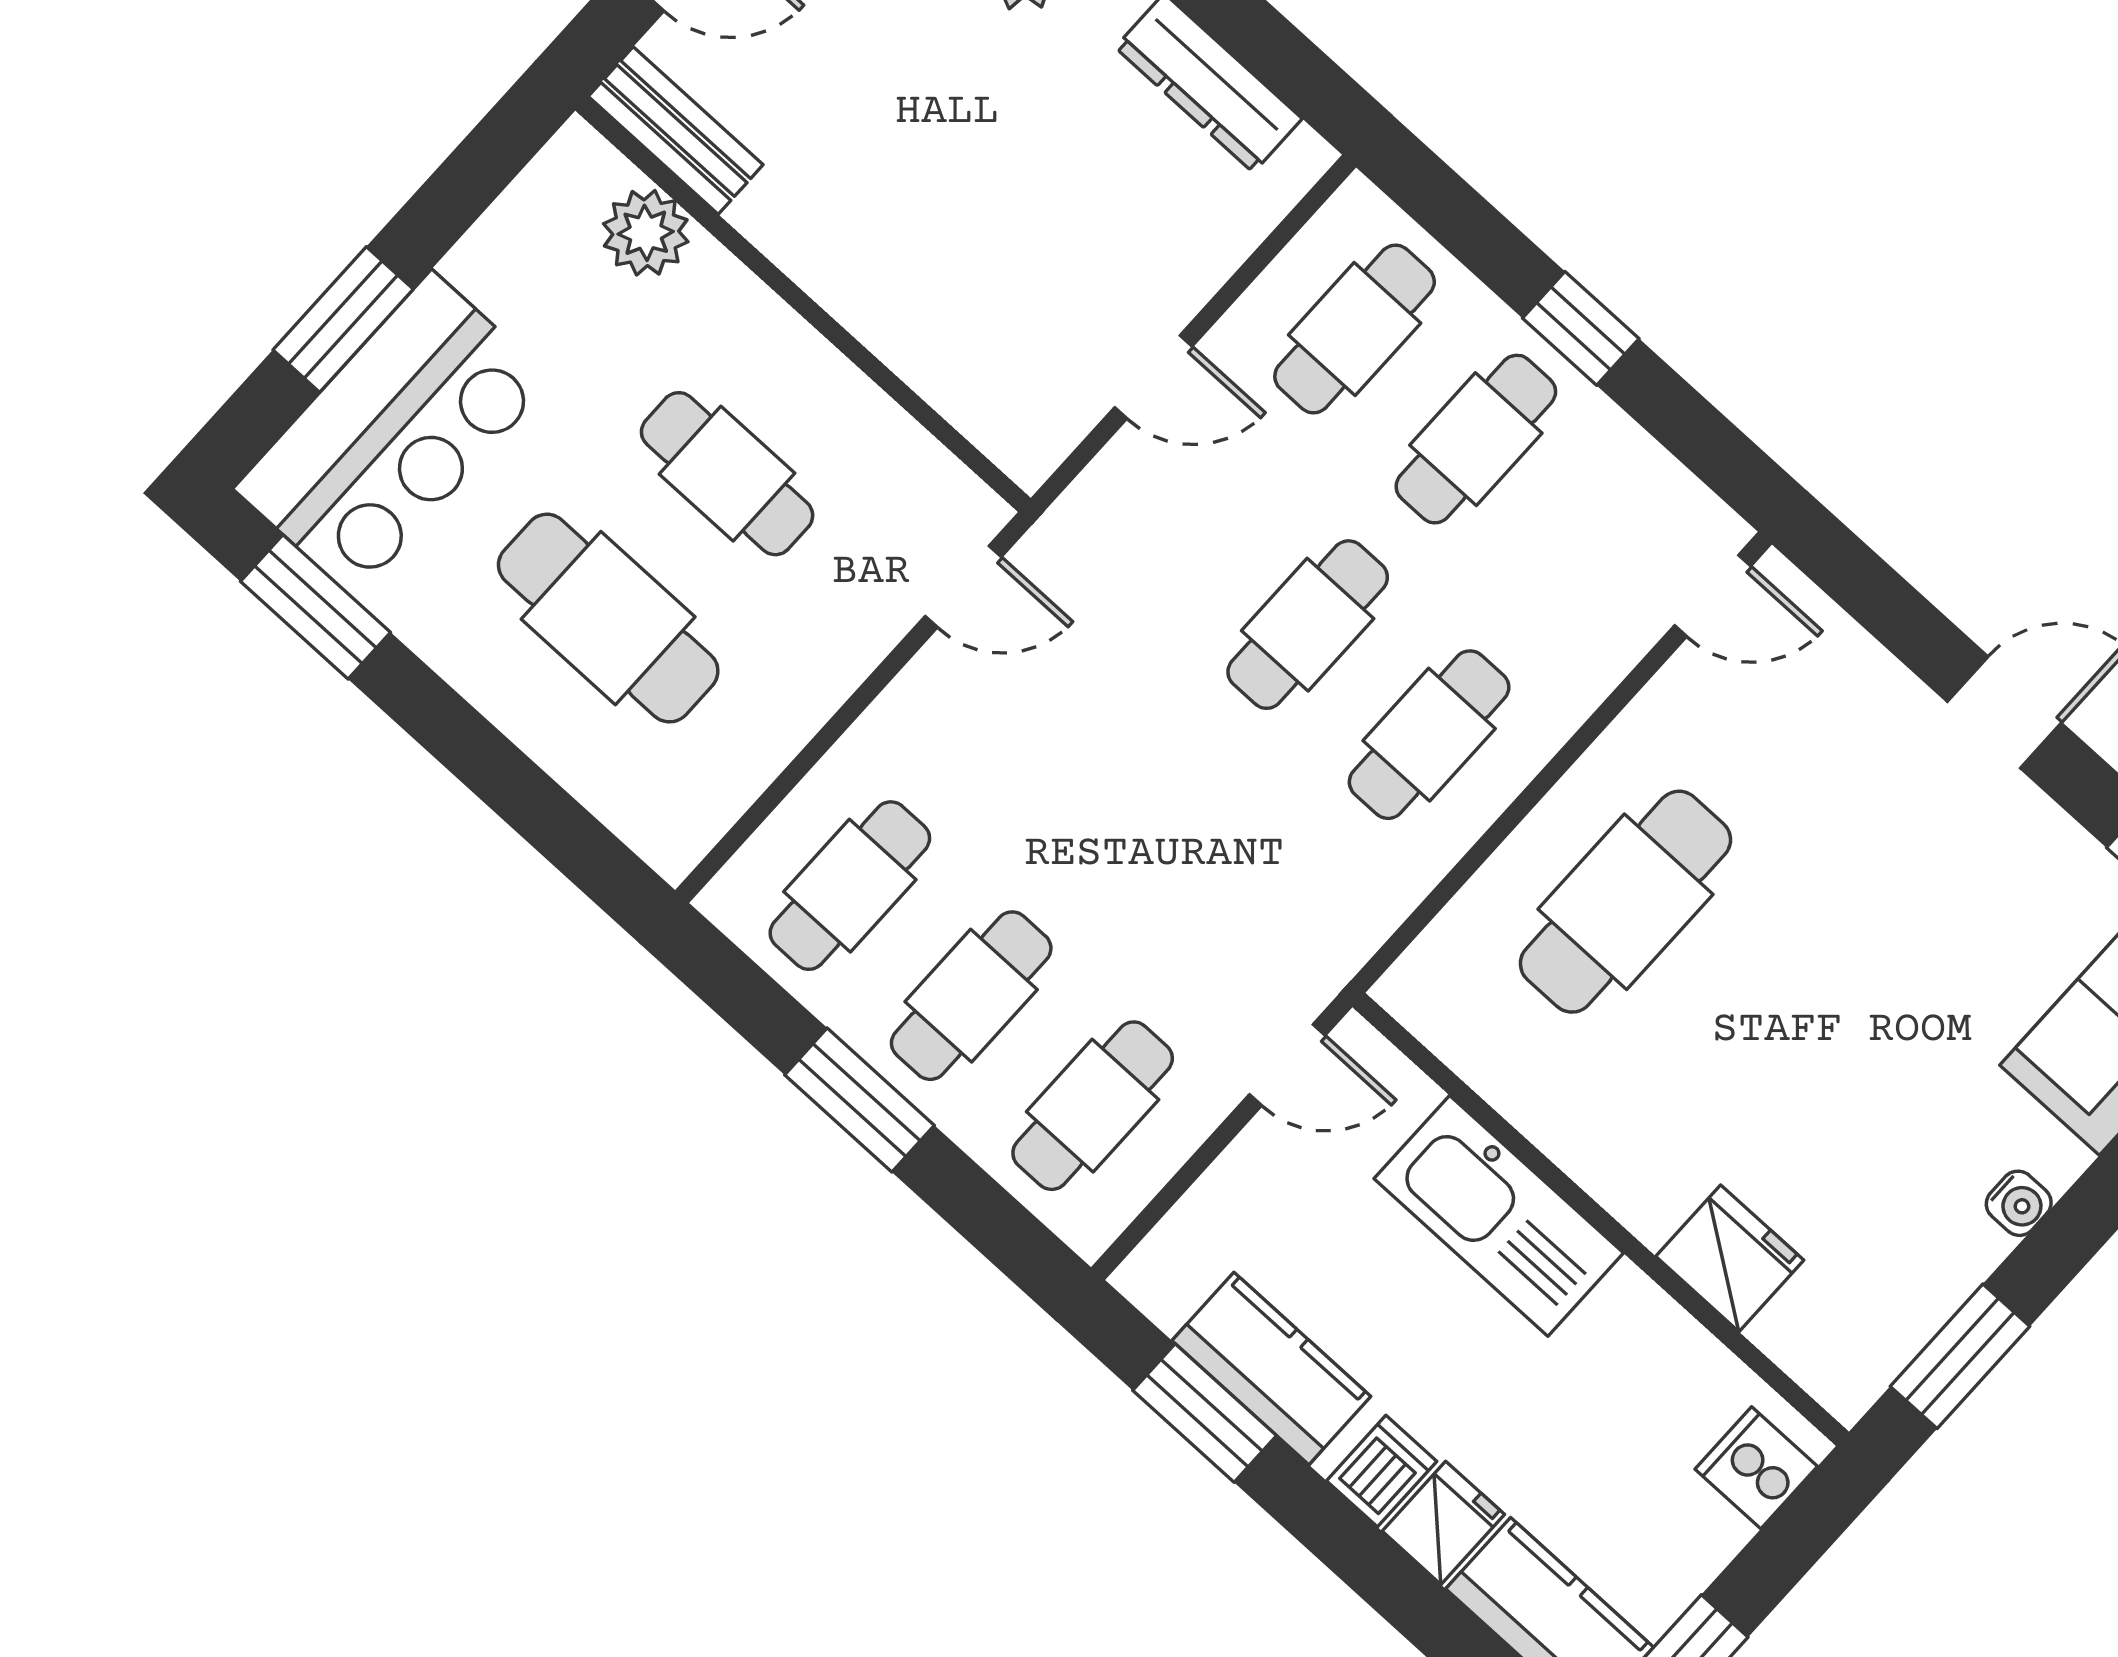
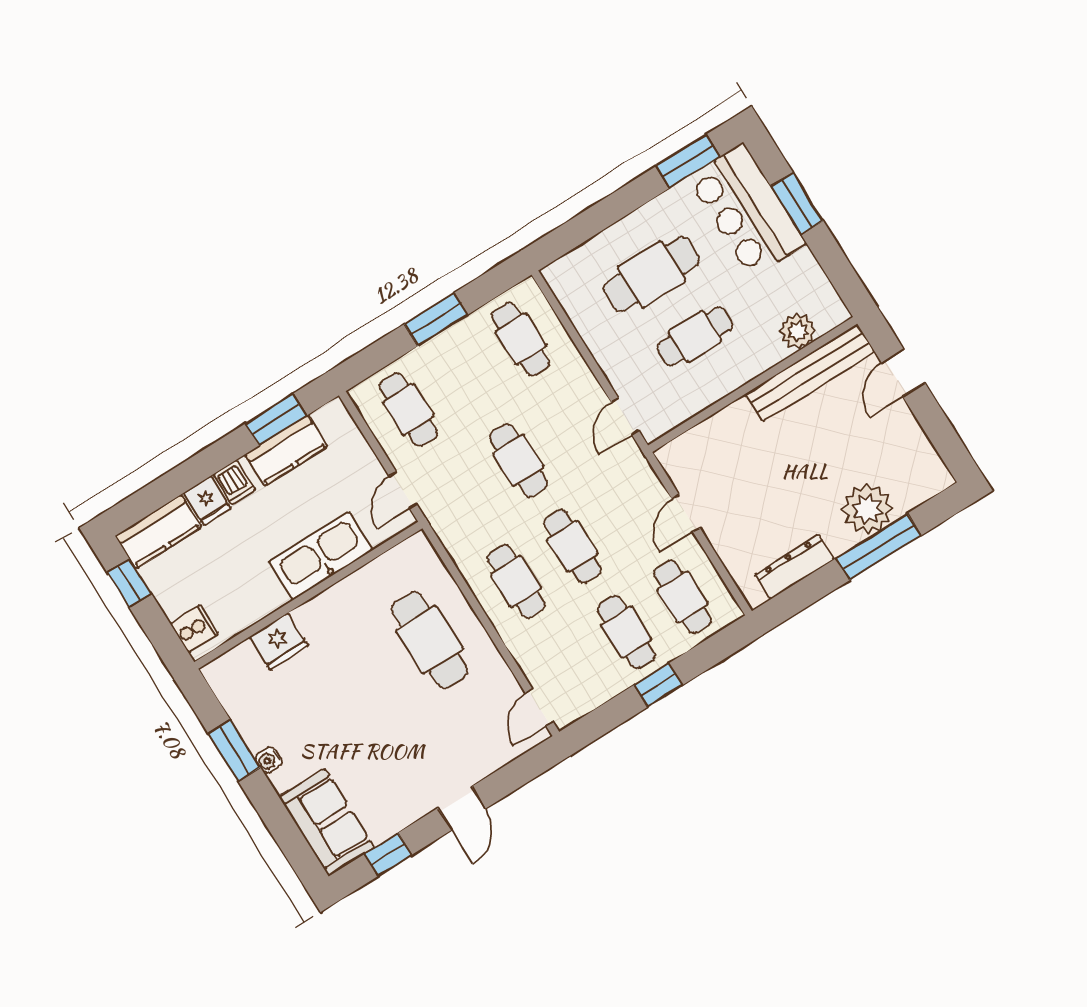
bench: (676, 131) -> (810, 373), width x1.86, depth x1.21
cafe table: (971, 996) -> (518, 460), moved
window: (1960, 1356) -> (234, 751), moved

